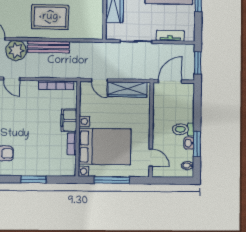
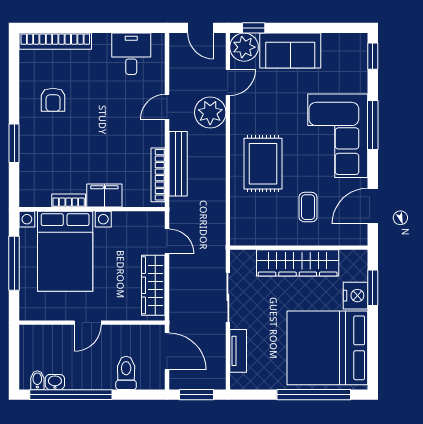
bench: (48, 47) -> (178, 164), moved
door: (99, 80) -> (167, 241), swing flipped
toilet: (183, 129) -> (126, 373), moved
washbasin: (189, 143) -> (55, 382), moved
window: (197, 144) -> (71, 395), width x2.11
door: (151, 158) -> (88, 323), moved

